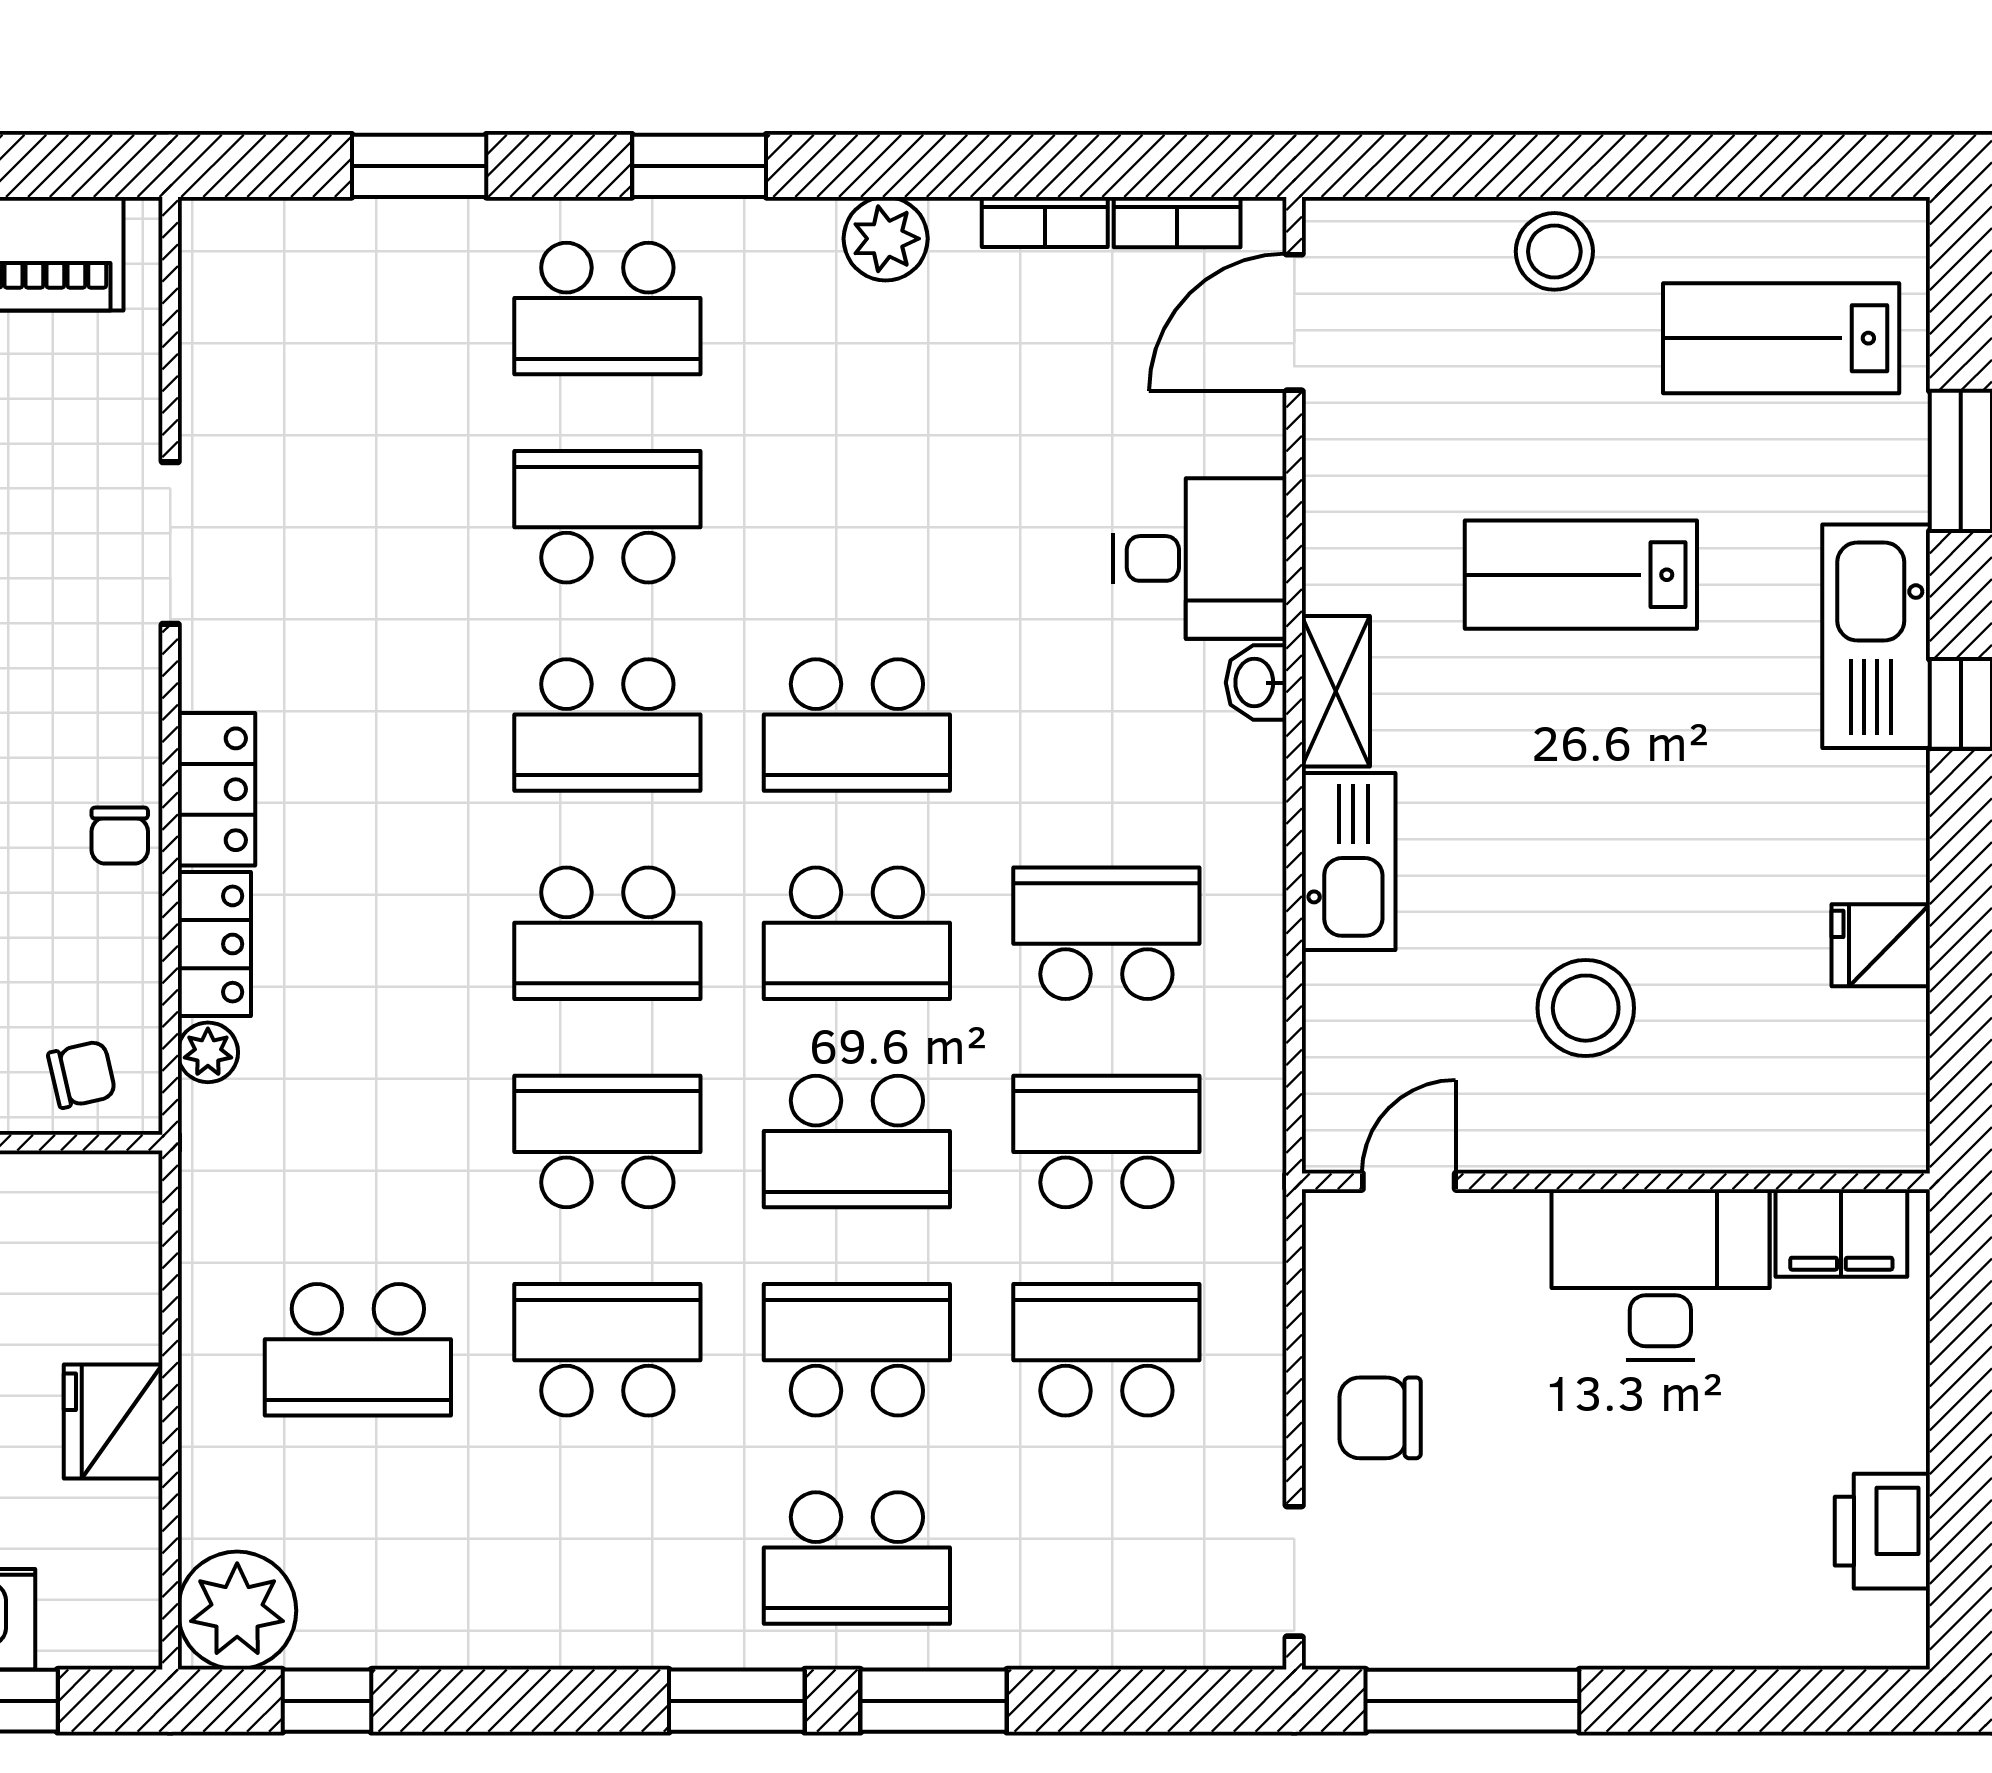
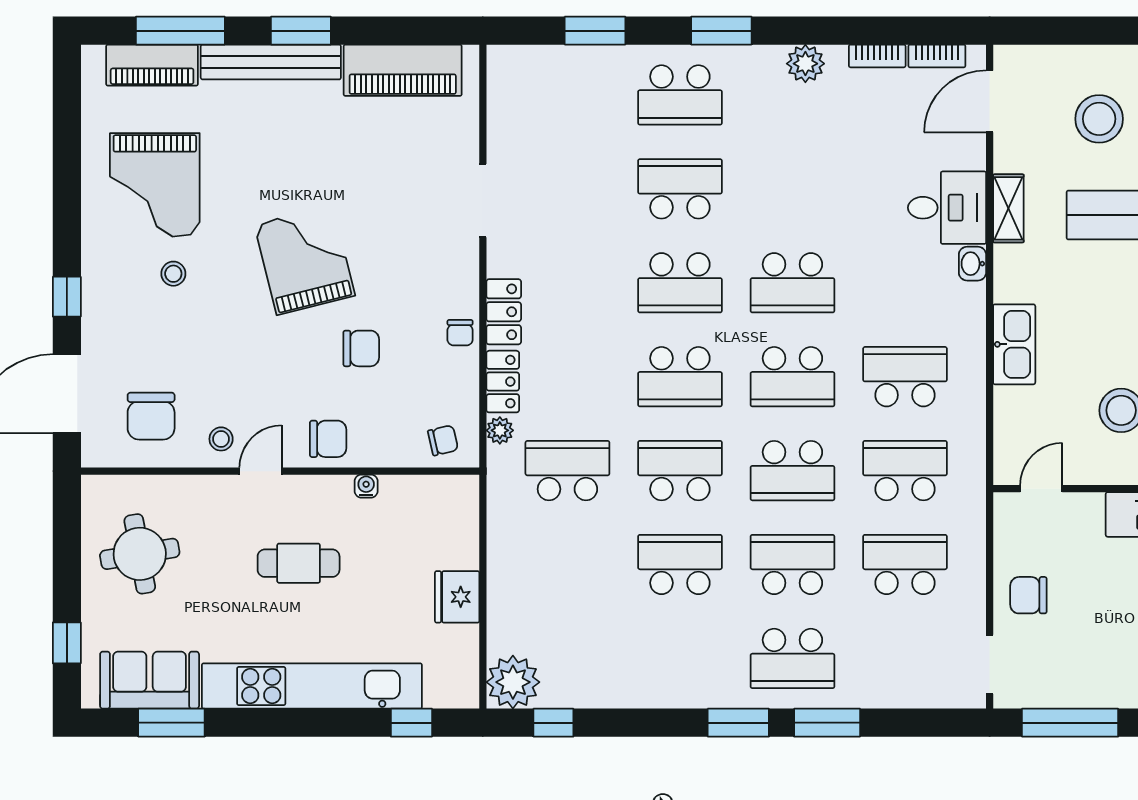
stool: (1554, 251) -> (1099, 119), moved, width x1.38, depth x1.38
shelving: (1336, 691) -> (1008, 208), moved
school desk: (358, 1350) -> (567, 471), moved, turned 180

